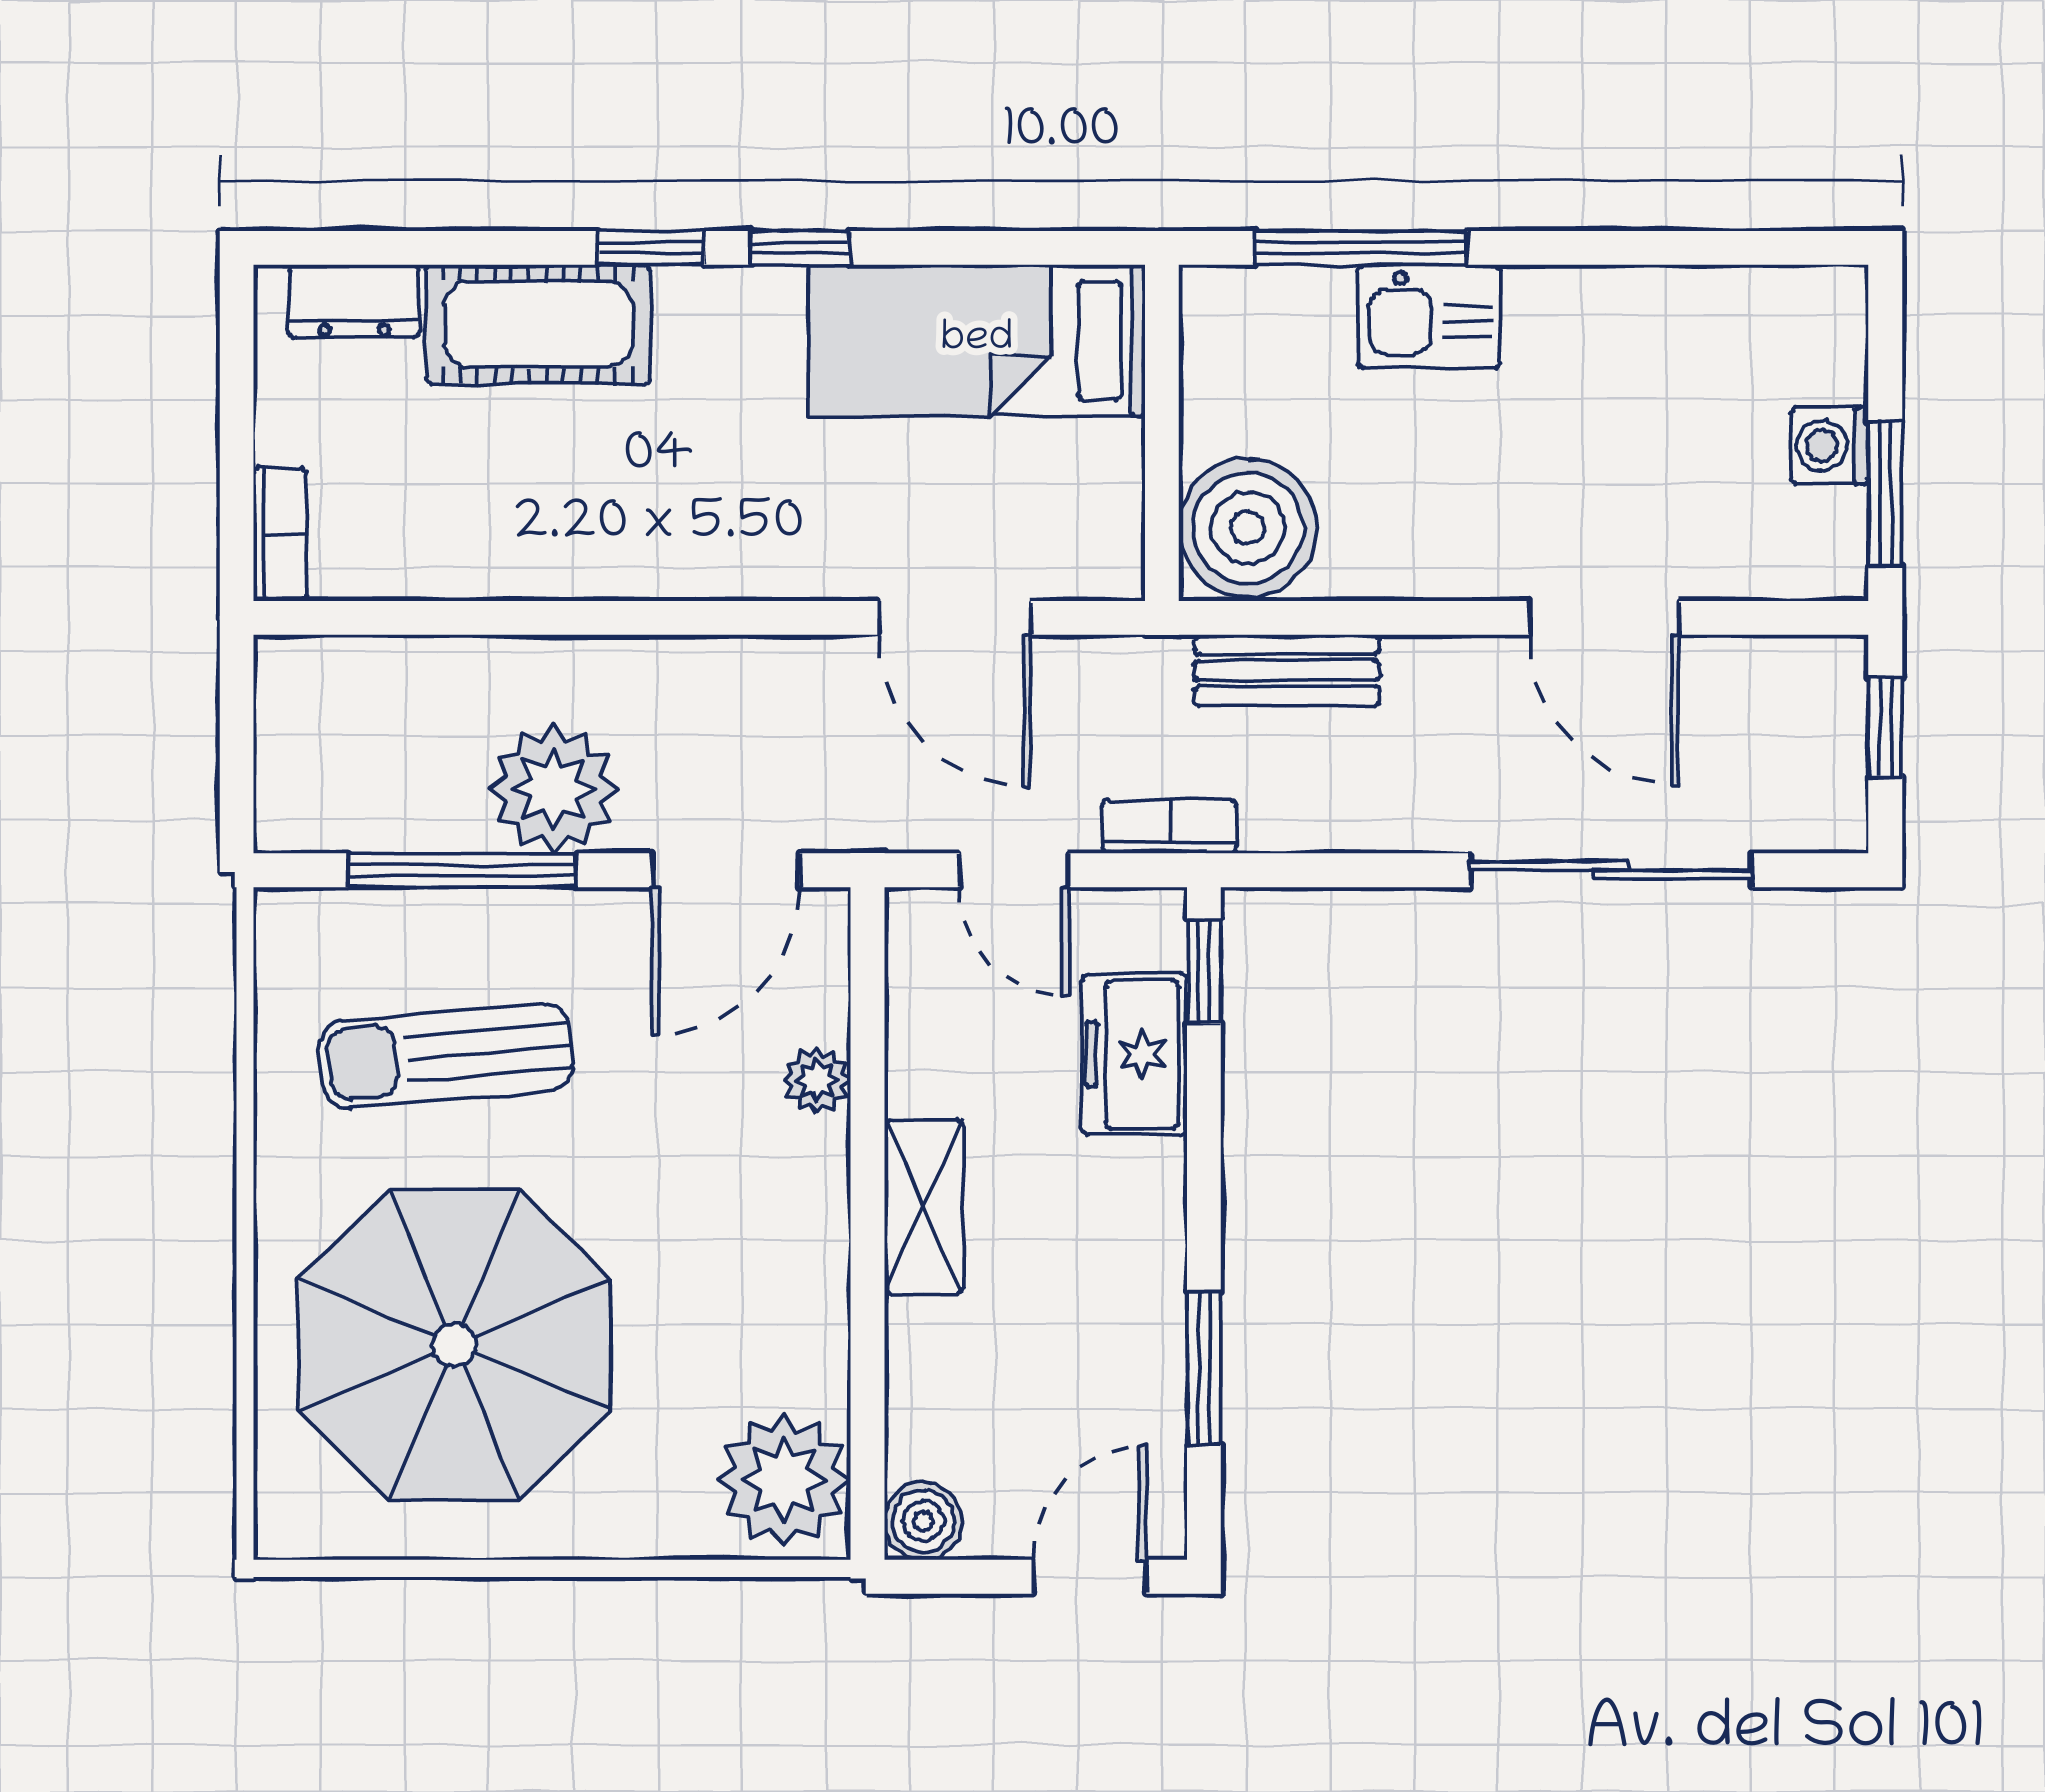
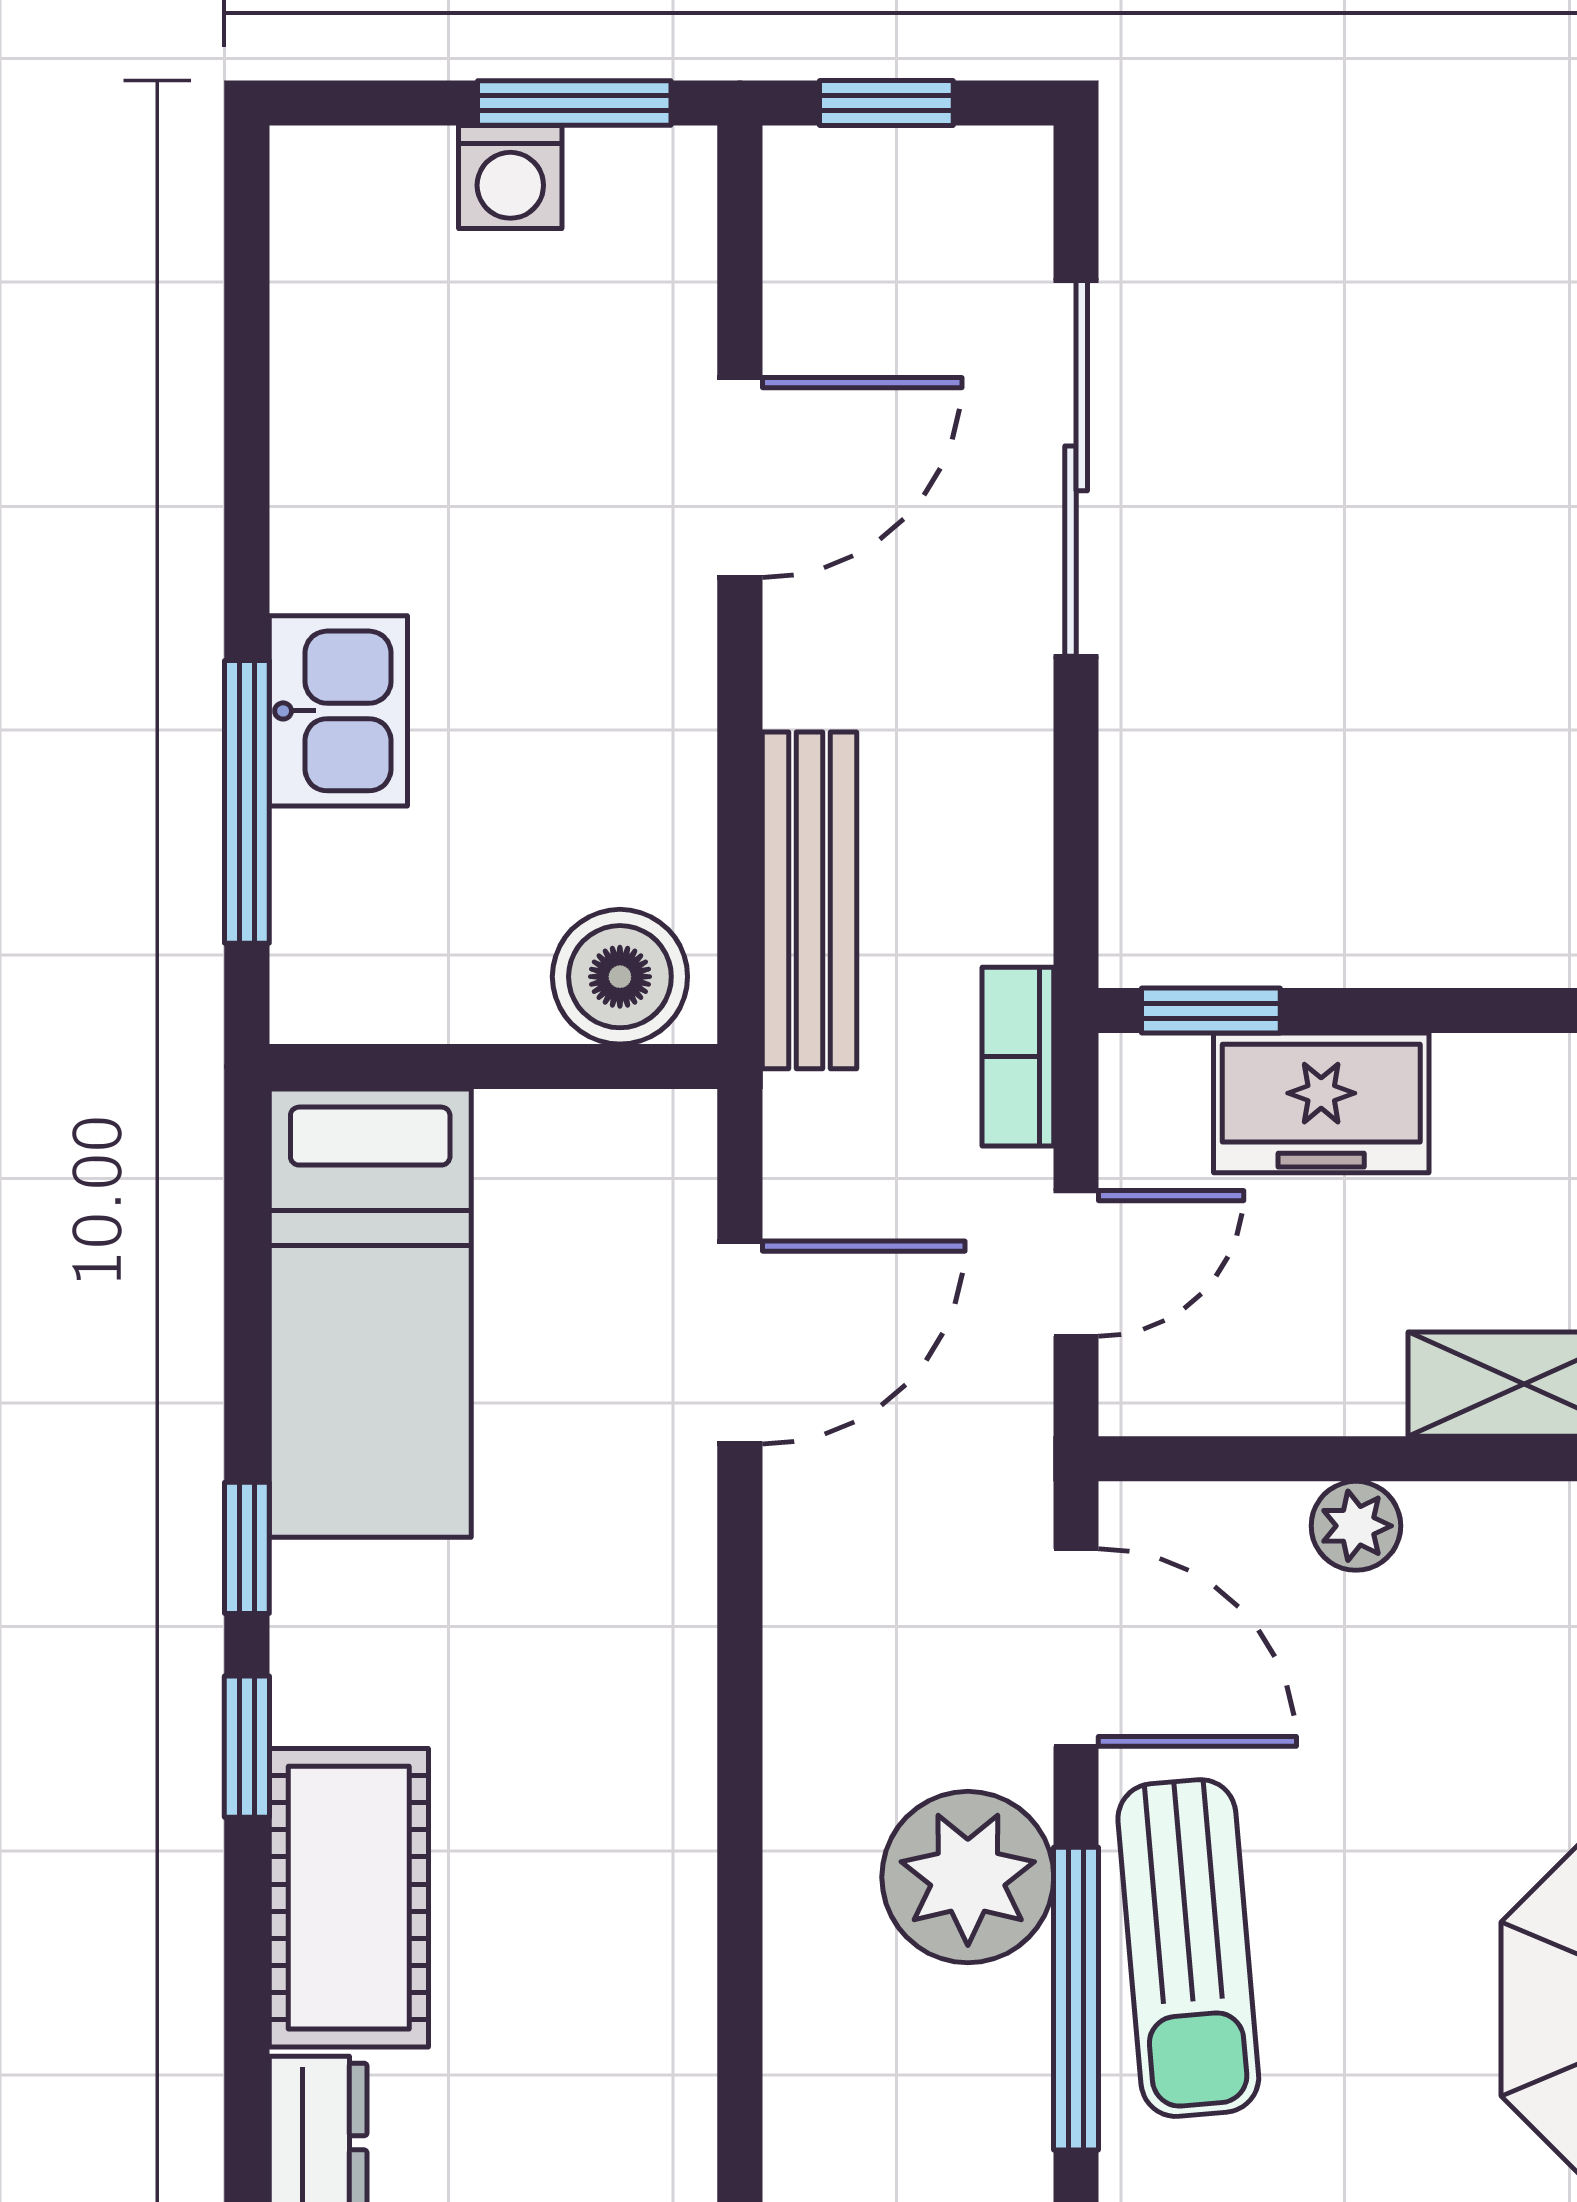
boiler: (1248, 528) -> (620, 977), width x0.73, depth x0.73
bench: (1287, 670) -> (810, 900), width x1.36
sun lounger: (446, 1056) -> (1188, 1948), moved

